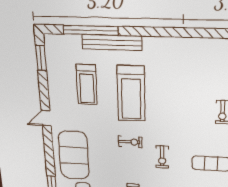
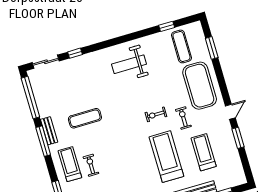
window: (41, 58) -> (238, 138), moved
exercise bike: (162, 157) -> (183, 118), moved

